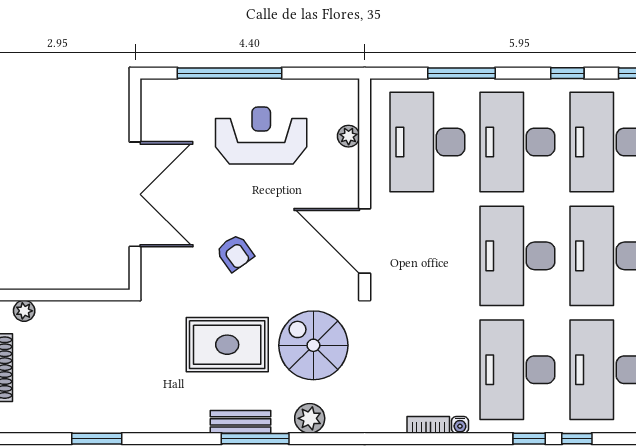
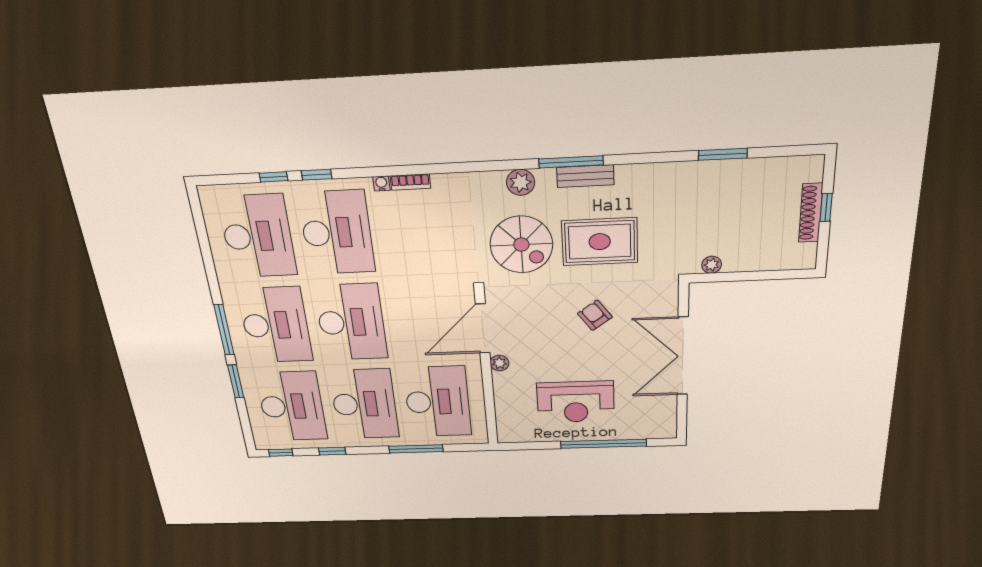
plant: (349, 136) -> (500, 363), moved
door: (365, 241) -> (483, 329), swing flipped
plant: (24, 311) -> (712, 265), moved

